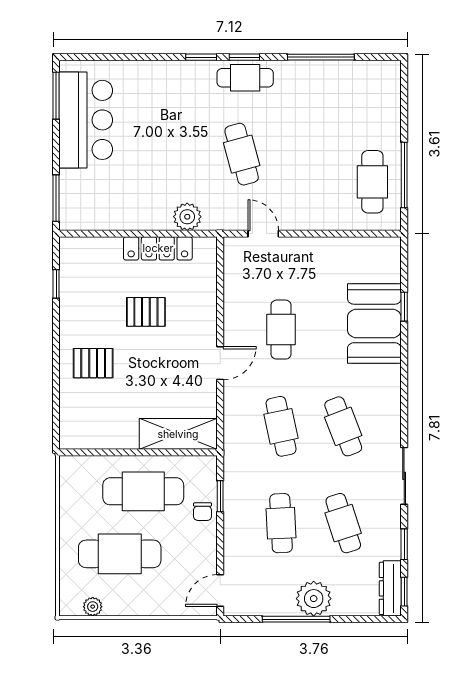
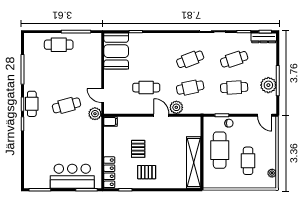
bar counter: (86, 120) -> (72, 176), moved
cafe table: (372, 182) -> (59, 45), moved
plant: (187, 217) -> (95, 114), moved
door: (263, 234) -> (103, 96), hinge flipped
locker: (158, 248) -> (109, 172), moved
filing cabinet: (206, 251) -> (111, 121), added
booth: (374, 323) -> (116, 51), moved, turned 90
pallet: (93, 363) -> (147, 172), moved, turned 90
plant: (237, 396) -> (176, 107), added
shelving: (178, 434) -> (194, 163), moved, width x1.47
cafe table: (120, 554) -> (248, 161), width x0.73, depth x0.74
plant: (314, 599) -> (268, 85), moved

